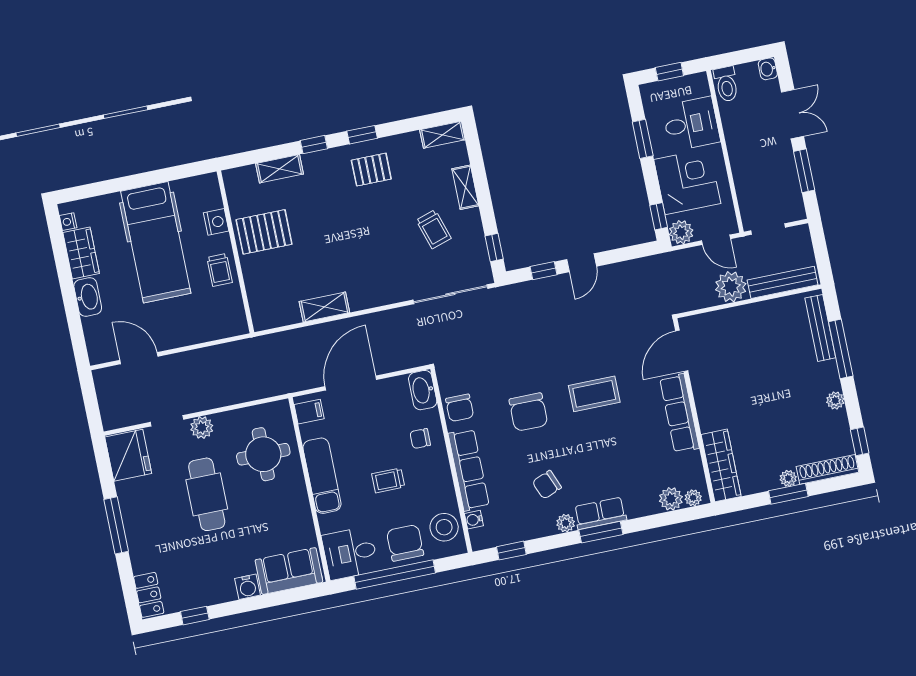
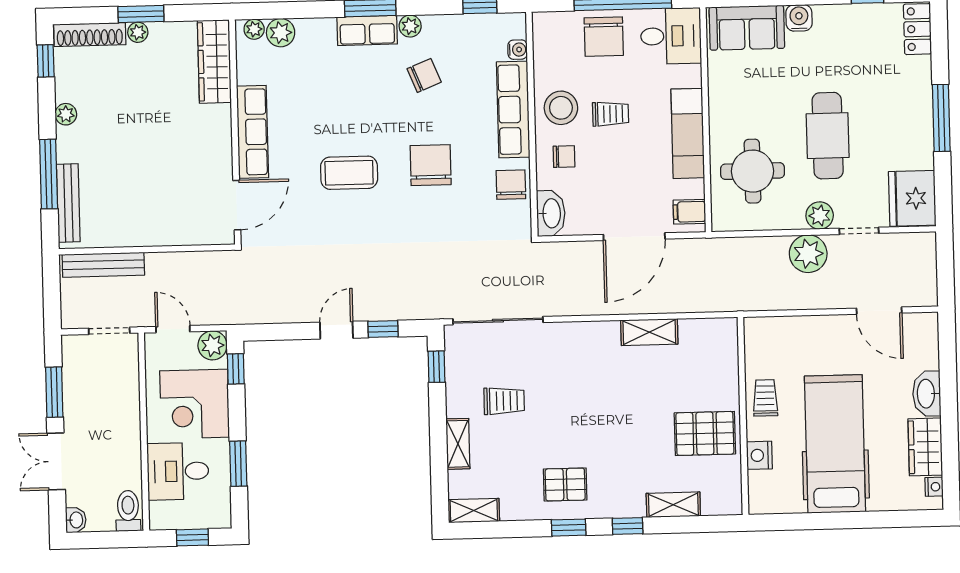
trolley: (434, 229) -> (504, 401), turned 108
plant: (731, 287) -> (808, 254), moved
stool: (444, 527) -> (561, 108), moved

